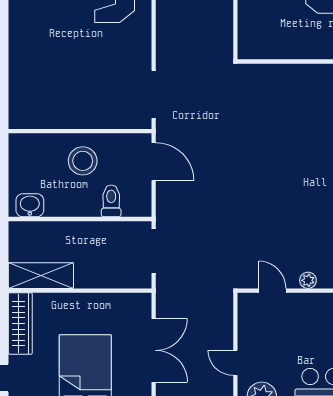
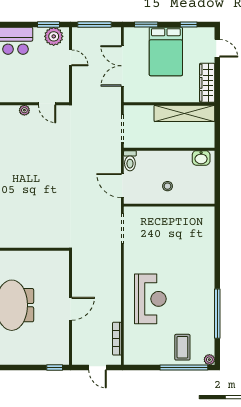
stool: (83, 161) -> (167, 186), width x0.53, depth x0.53
toilet: (111, 201) -> (130, 161), moved
shelving: (41, 276) -> (184, 113), width x1.47

